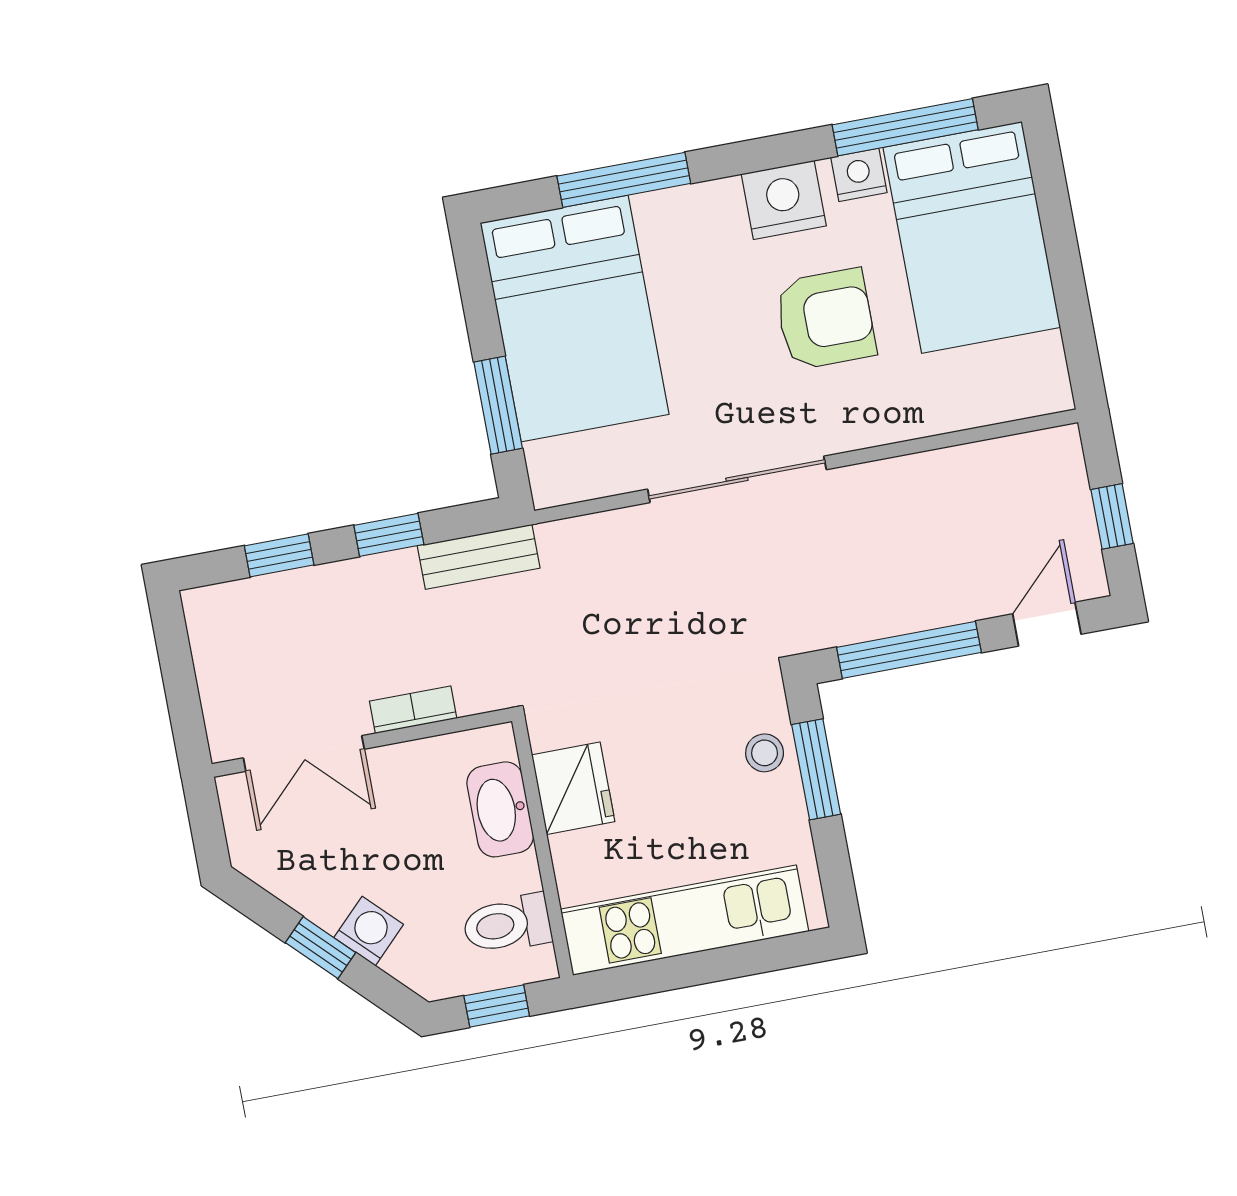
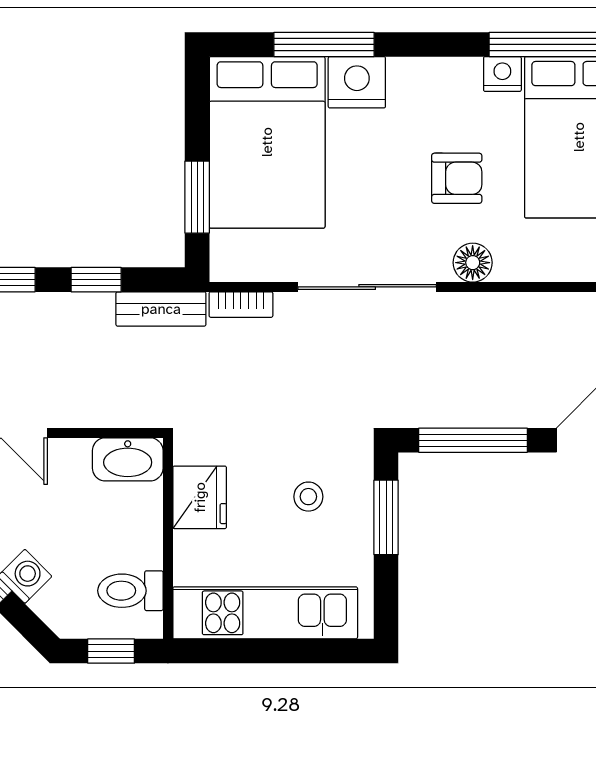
nightstand: (784, 200) -> (357, 82), moved
armchair: (825, 319) -> (457, 178), width x0.72, depth x0.72
floor lamp: (866, 423) -> (473, 263), added
bookcase: (413, 710) -> (241, 305), moved, turned 180
stool: (765, 753) -> (308, 497), moved
washbasin: (500, 809) -> (128, 459), moved, turned -90

